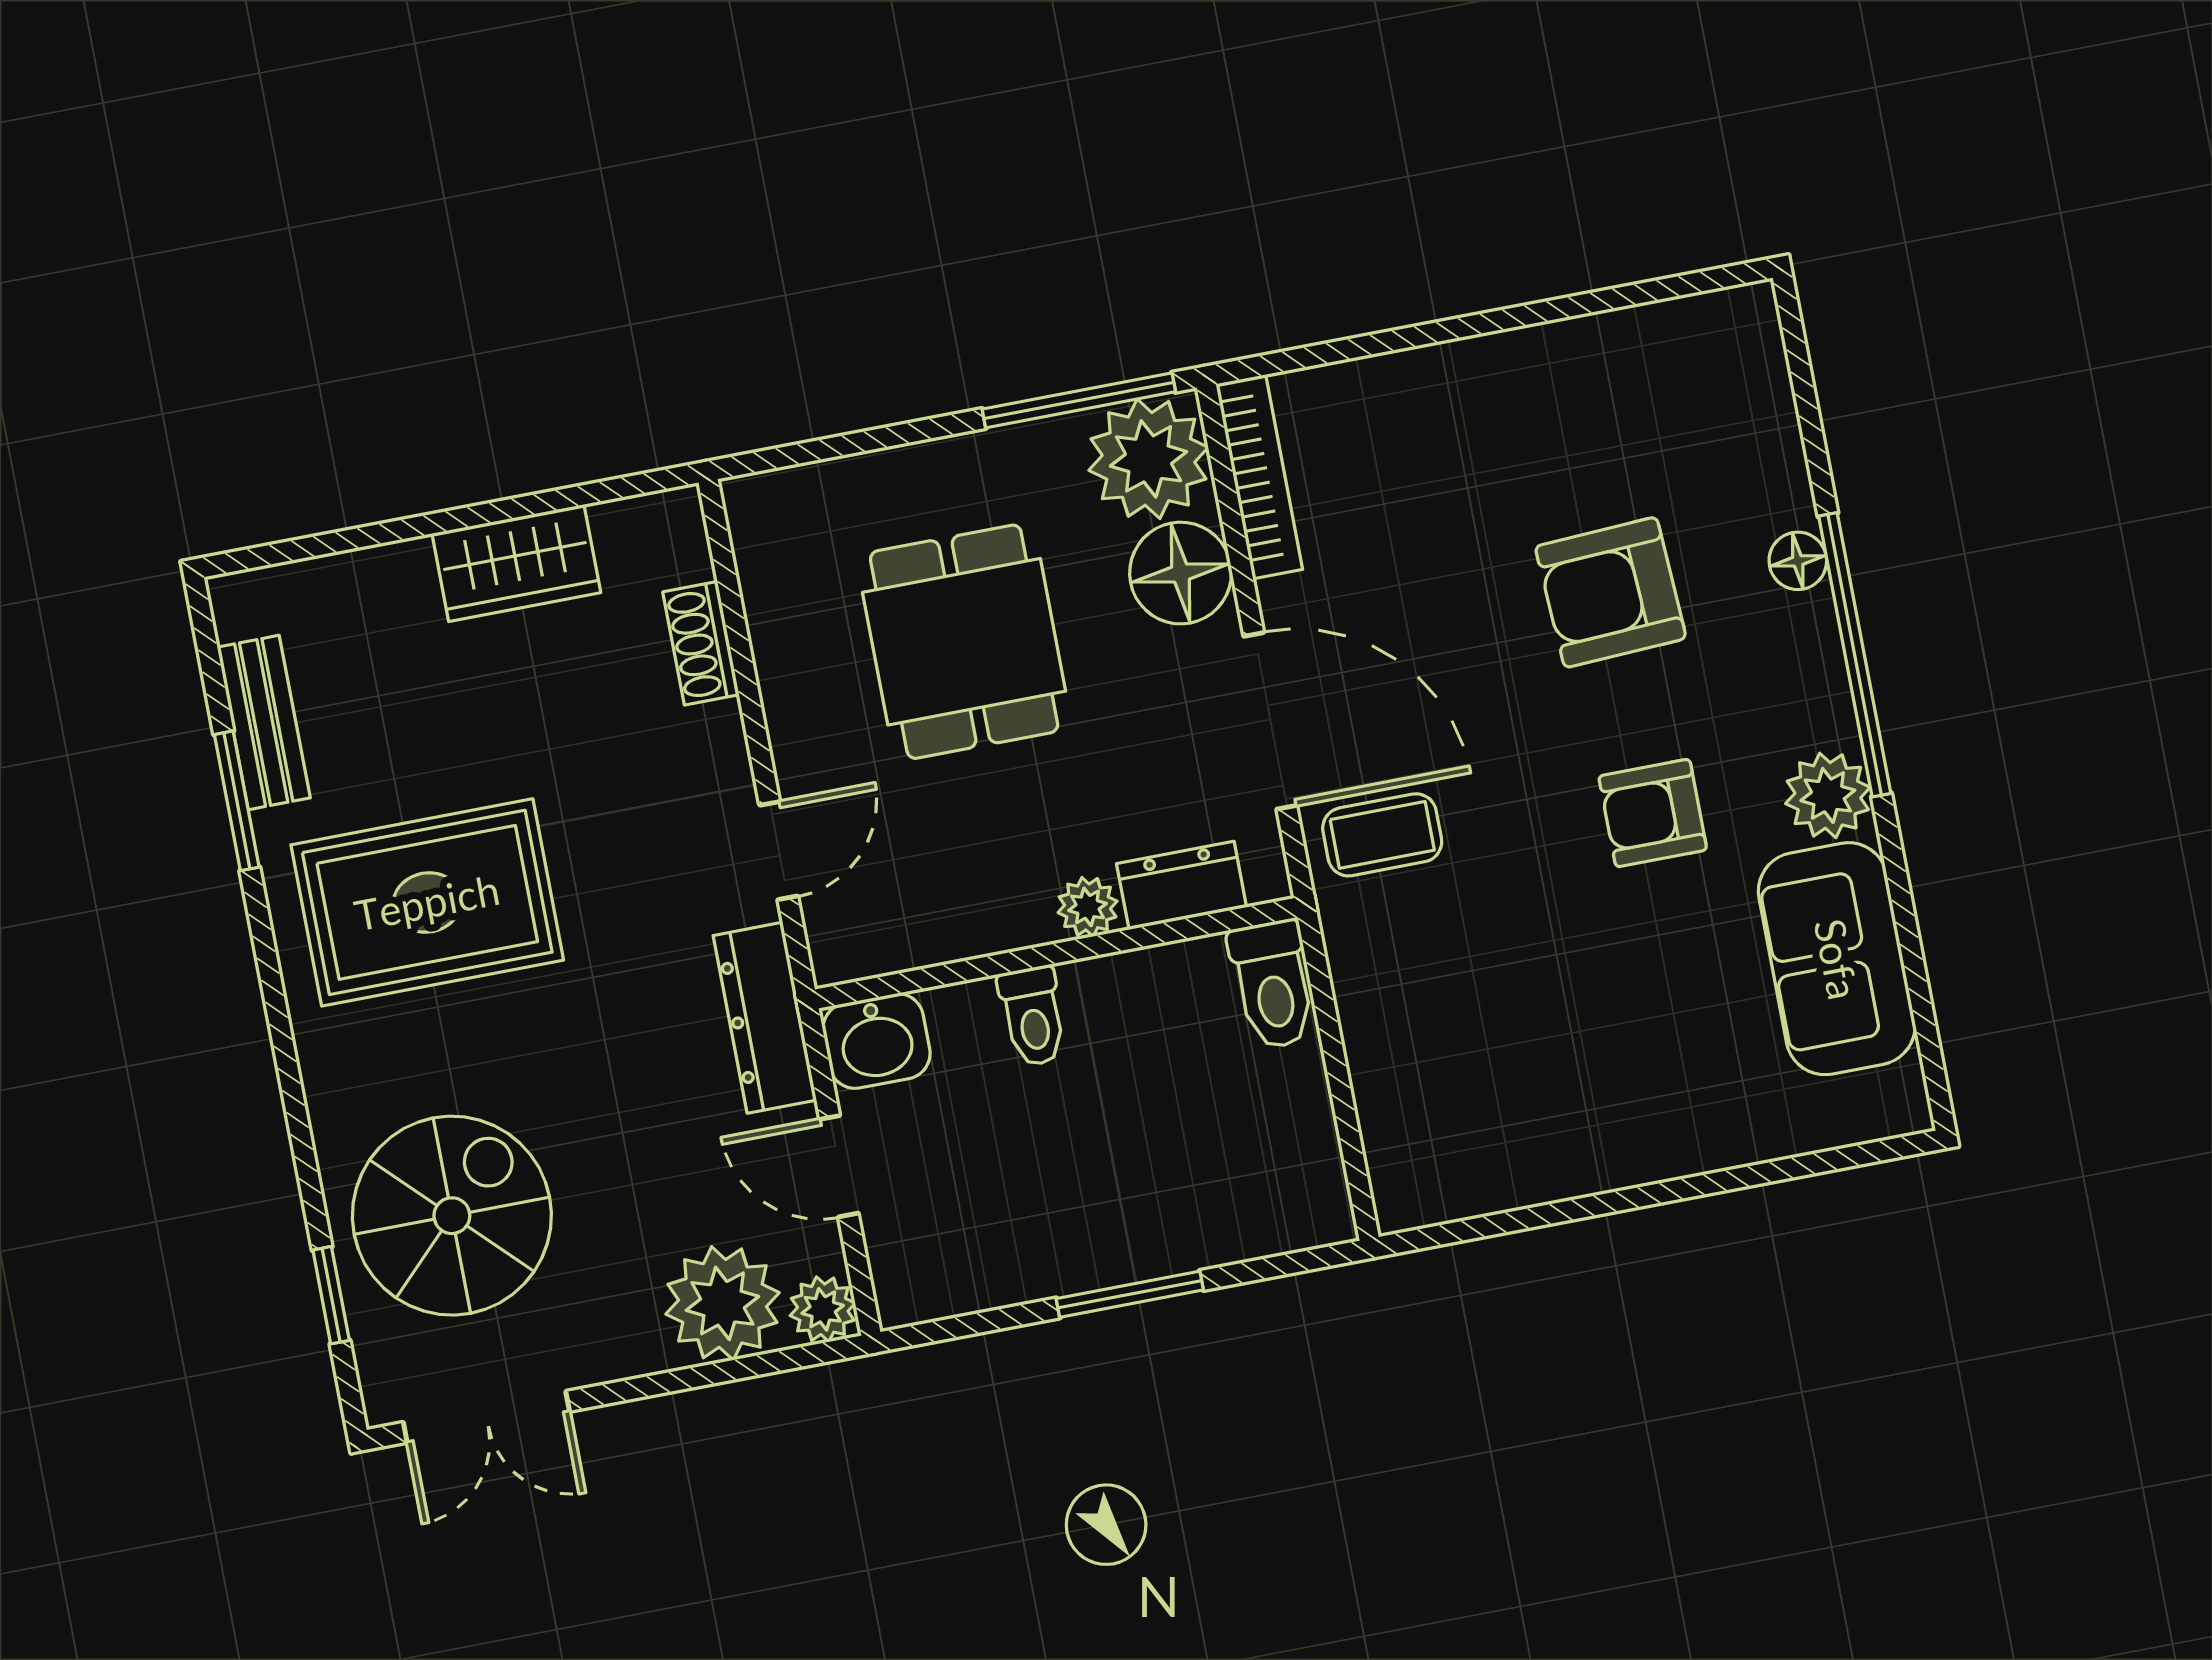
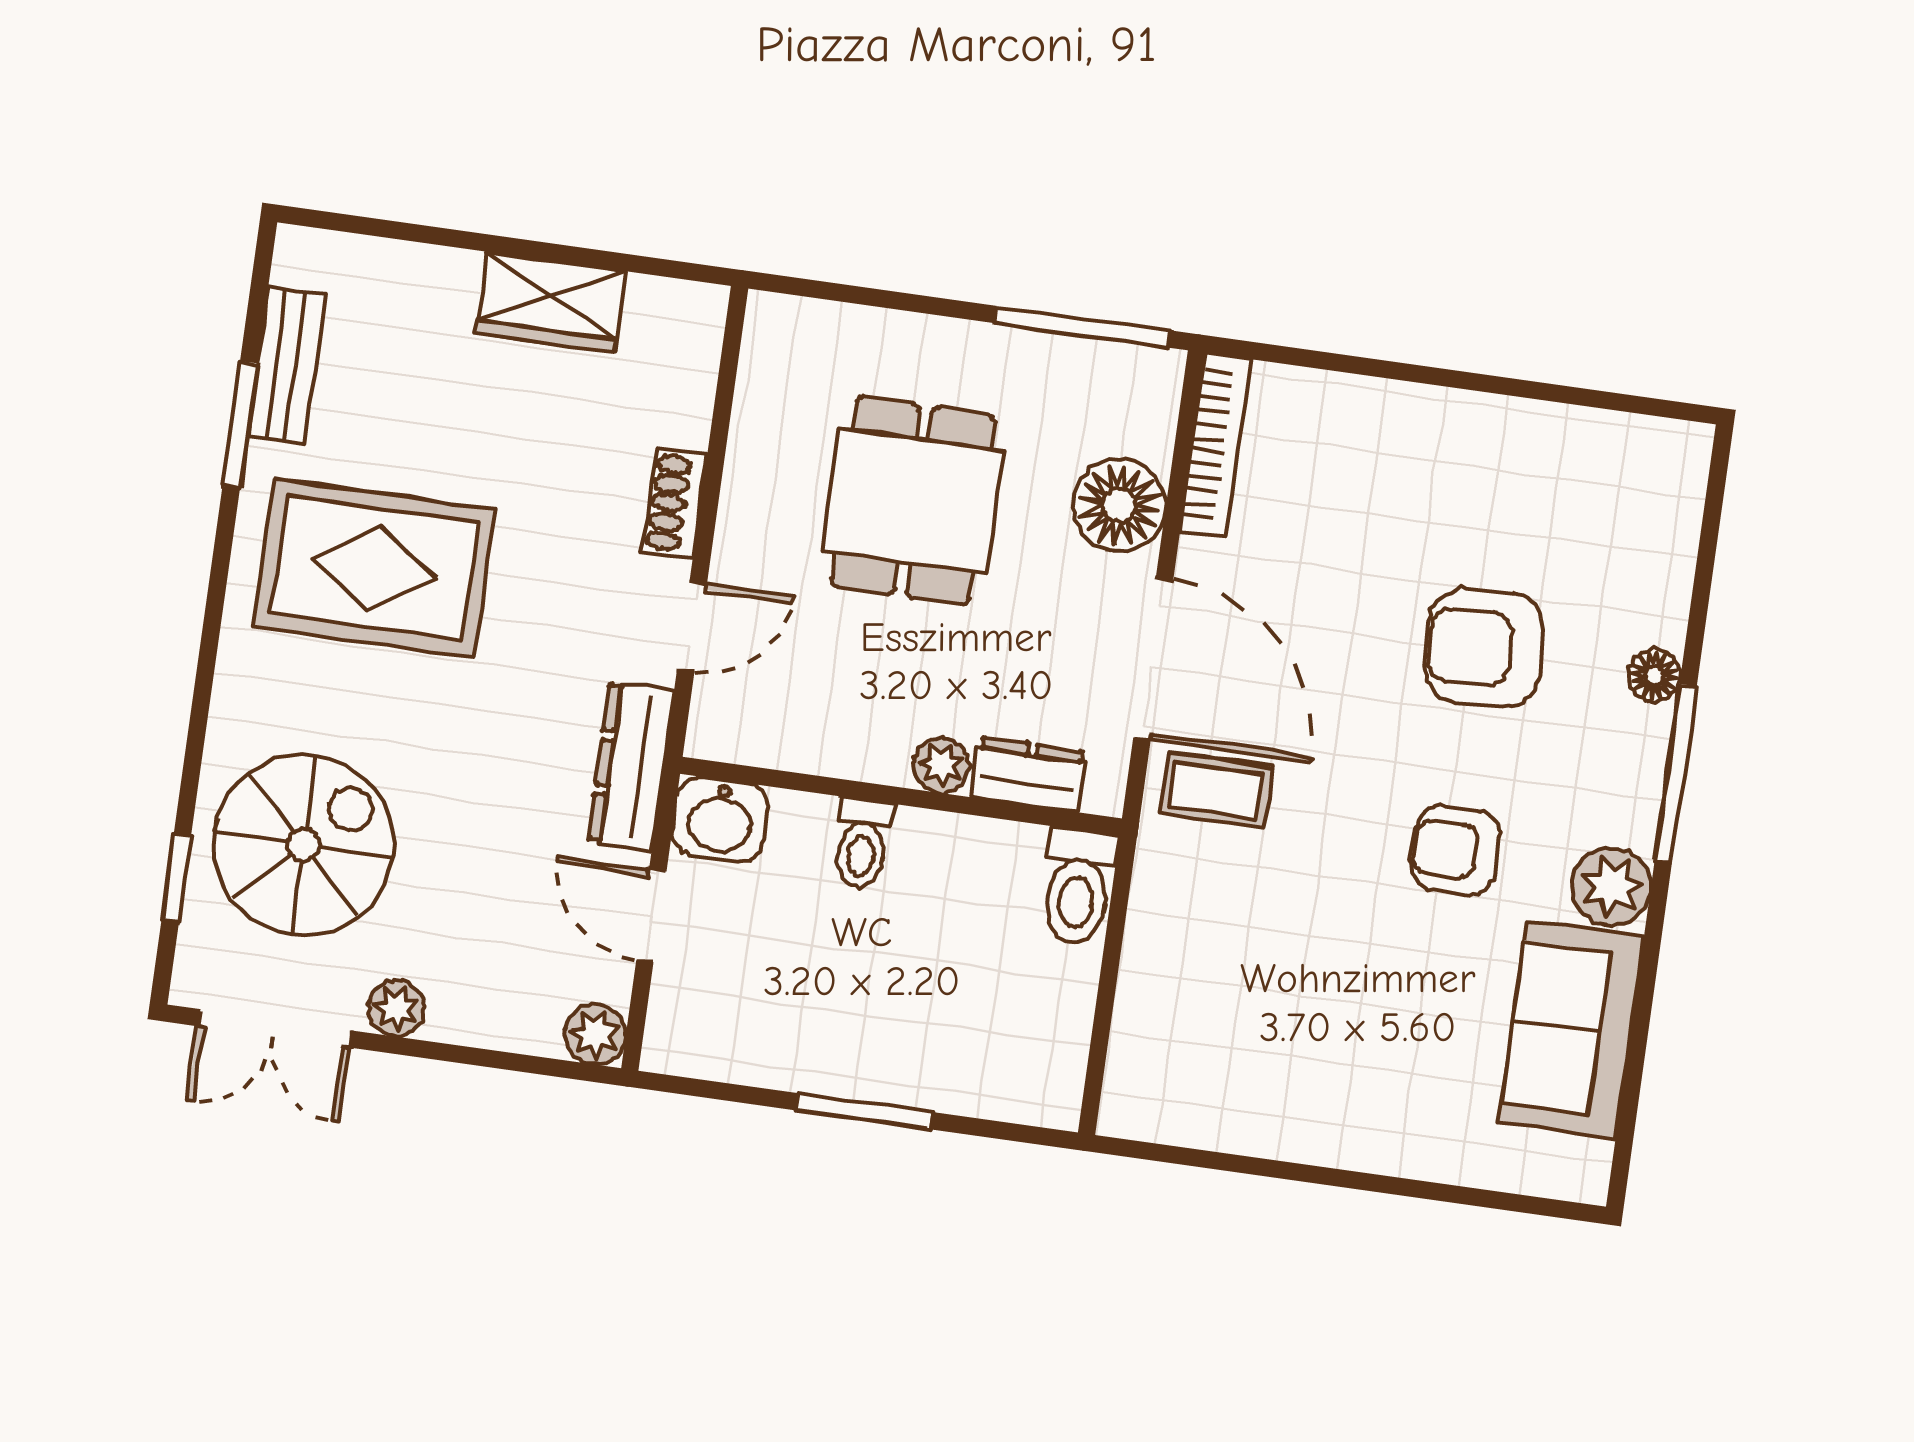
plant: (1149, 459) -> (1125, 397), removed
shoe rack: (701, 643) -> (675, 504), moved
window: (1855, 655) -> (1676, 773), width x0.68
plant: (722, 1303) -> (396, 1008), moved, width x0.53, depth x0.53

